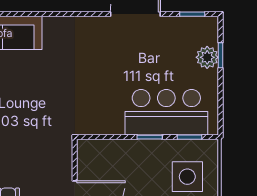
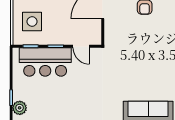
plant: (207, 57) -> (20, 108), moved
door: (109, 137) -> (81, 46), added

